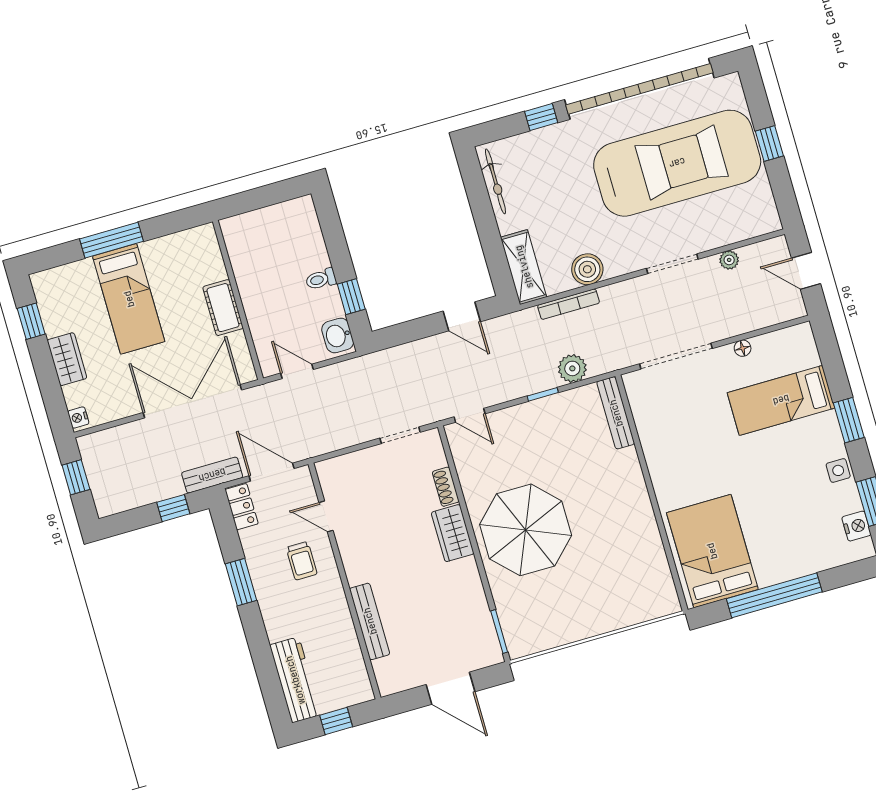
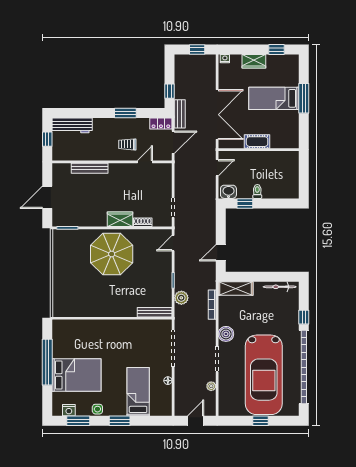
boiler: (587, 269) -> (226, 334), moved
bed: (712, 551) -> (76, 375), moved

